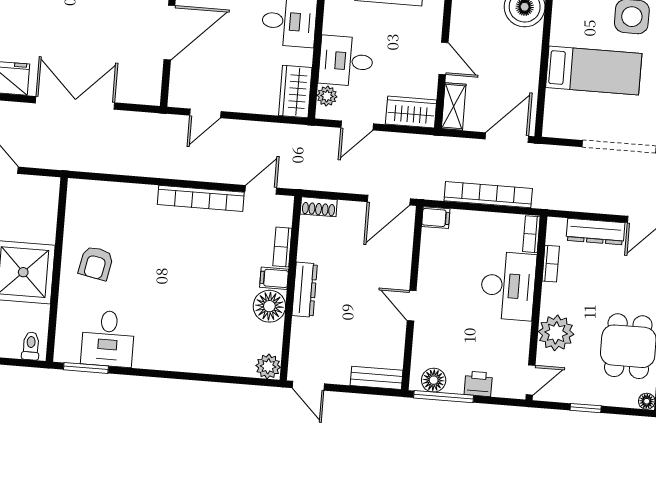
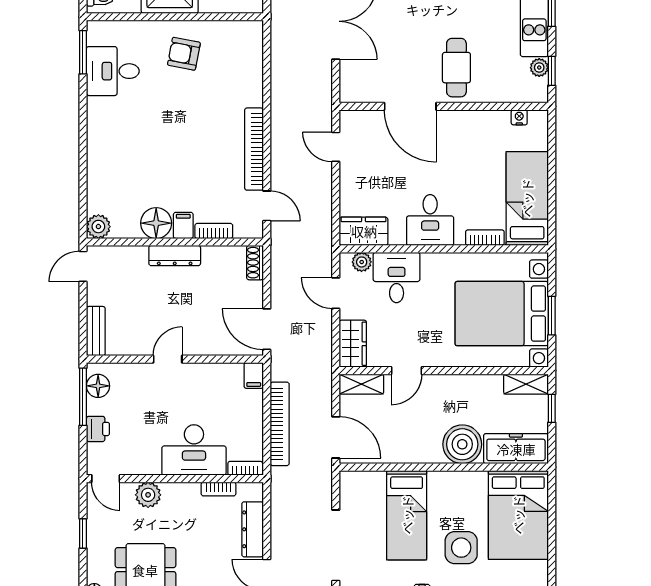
plant: (556, 333) -> (148, 495), width x0.73, depth x0.73

